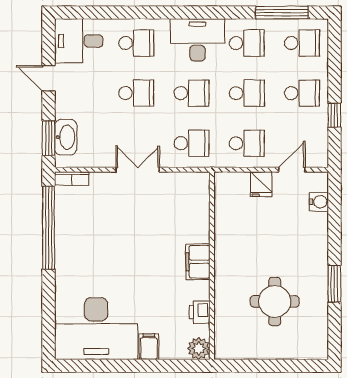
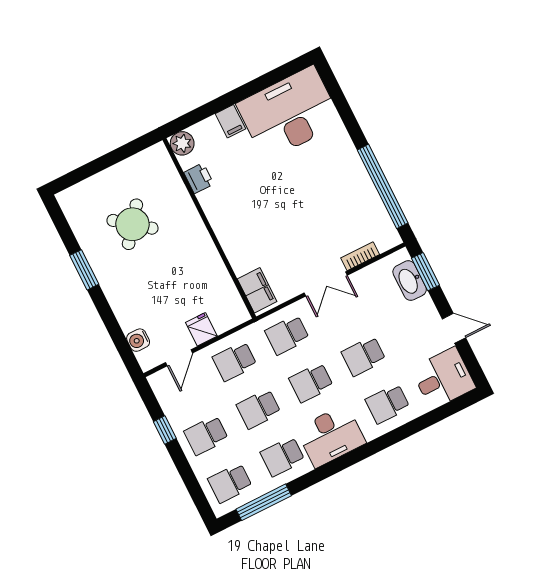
bookcase: (72, 179) -> (360, 256), moved
filing cabinet: (198, 262) -> (257, 290), moved
round table: (275, 301) -> (132, 224), turned 38

